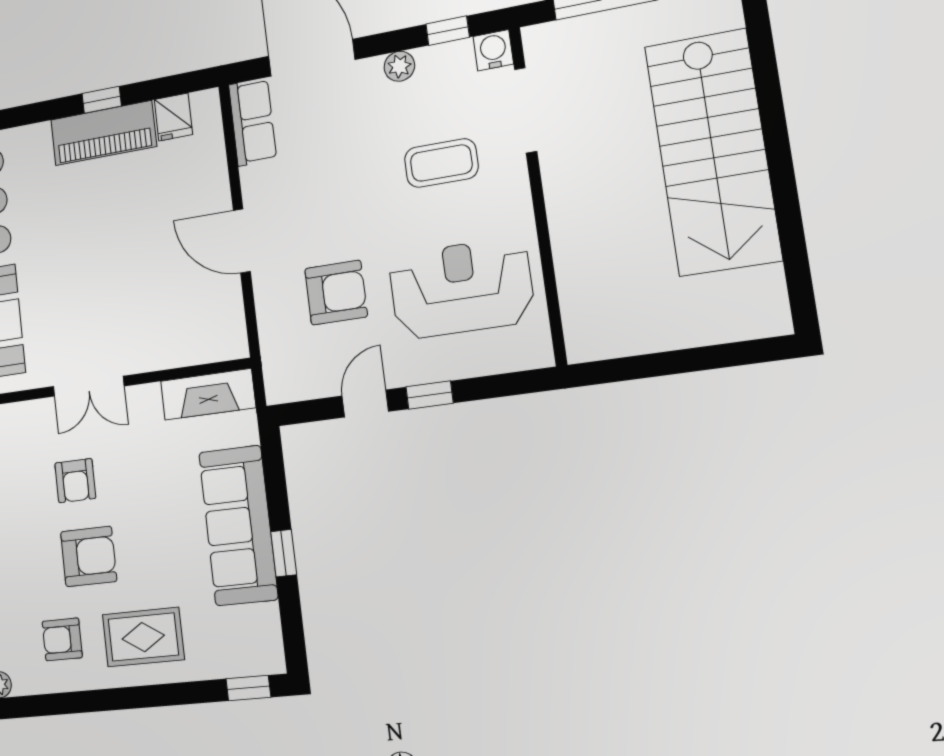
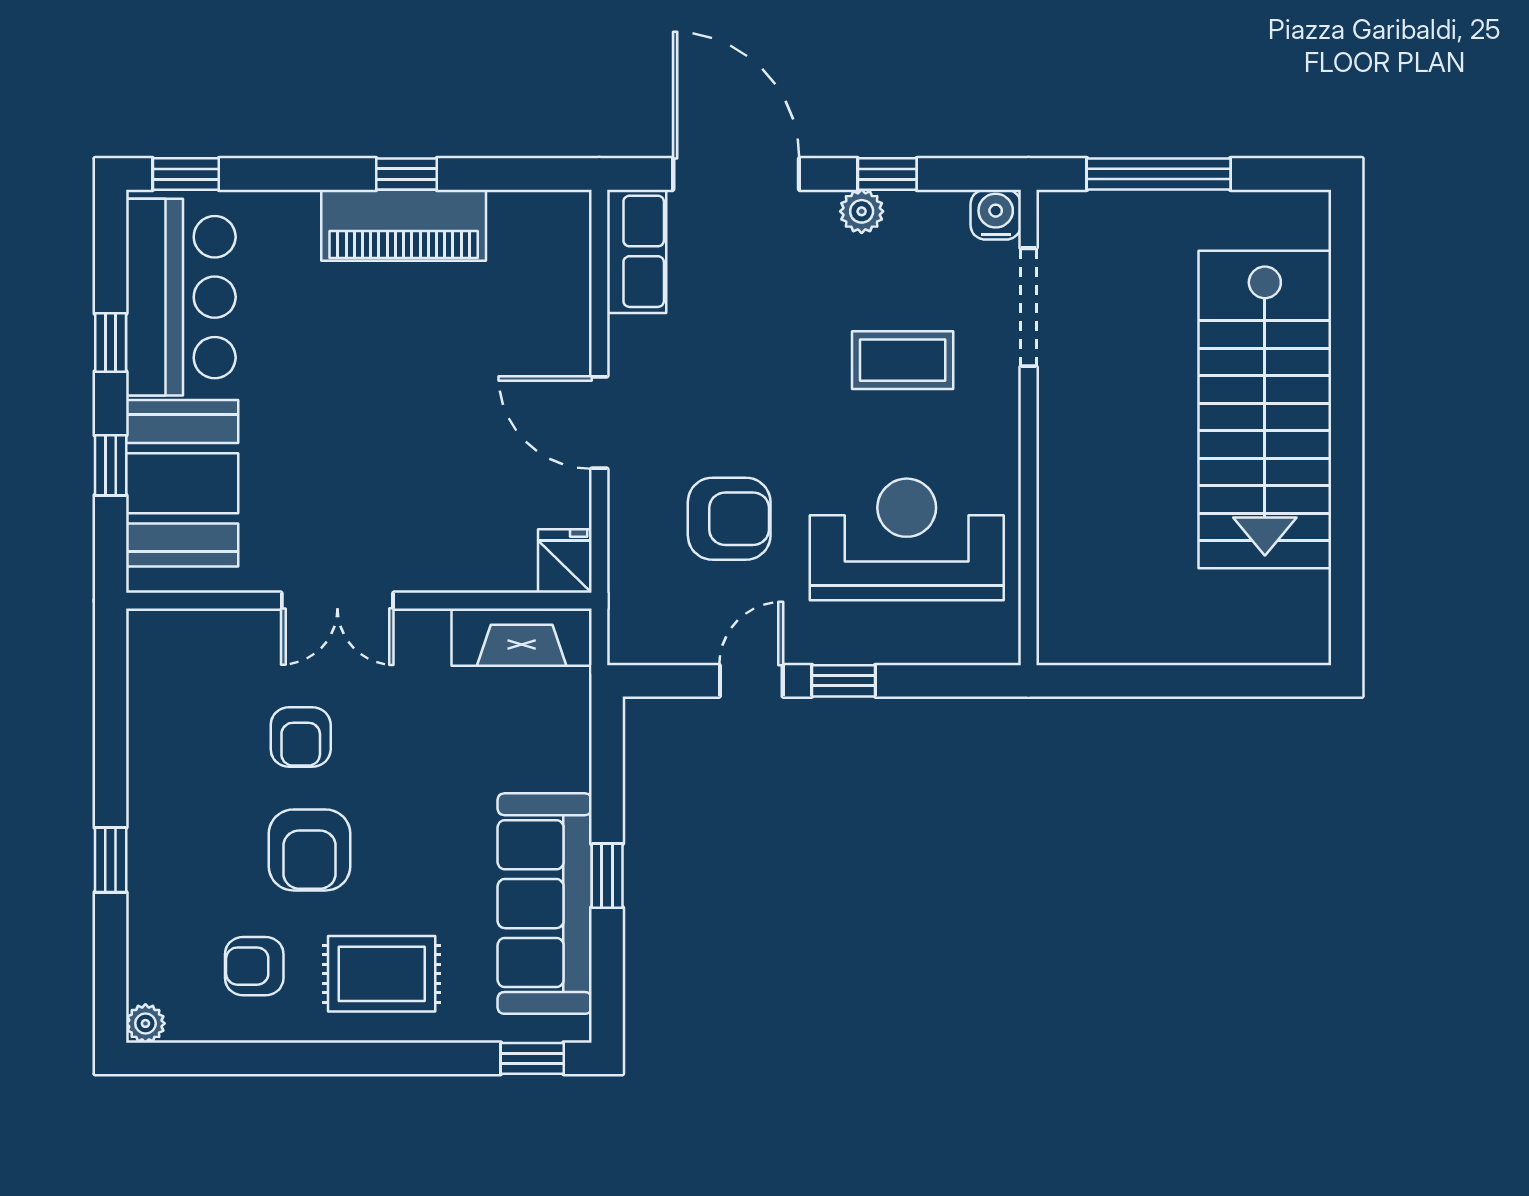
window: (448, 31) -> (887, 174), moved
fridge: (173, 117) -> (565, 561), moved, turned 180
sofa: (238, 525) -> (545, 904), moved
armchair: (89, 556) -> (310, 850), turned 90

